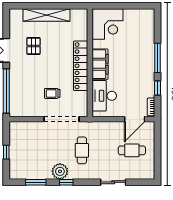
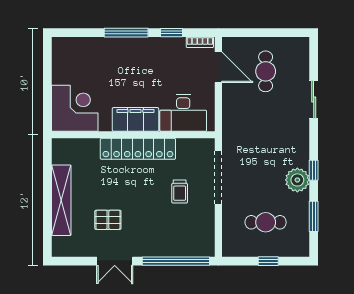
cafe table: (82, 150) -> (266, 222), moved

